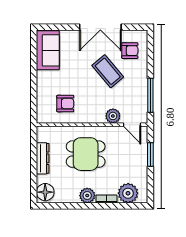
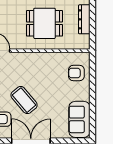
armchair: (65, 104) -> (76, 73), moved
plant: (113, 116) -> (19, 59), removed

